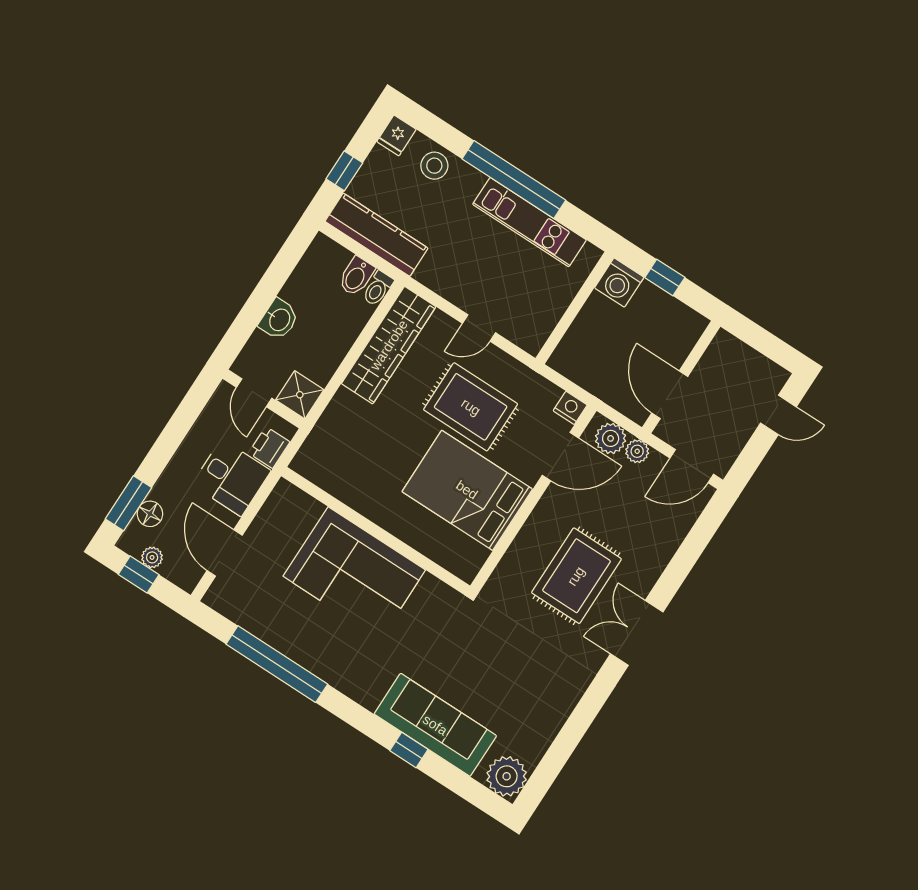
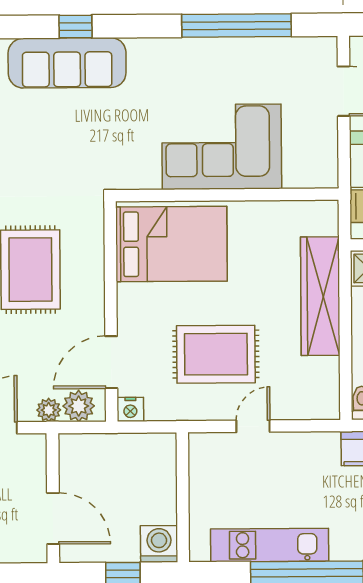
wardrobe: (389, 345) -> (320, 296), moved
door: (670, 395) -> (53, 519), moved
bed: (467, 490) -> (171, 244), moved

